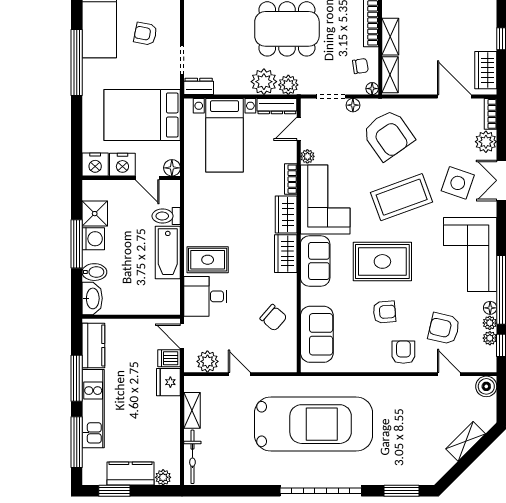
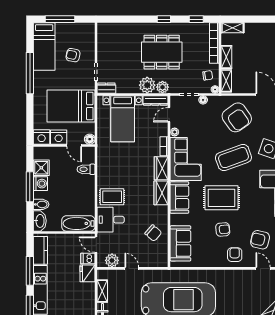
armchair: (388, 135) -> (237, 117), moved
bathtub: (168, 252) -> (78, 223), moved, turned 90

